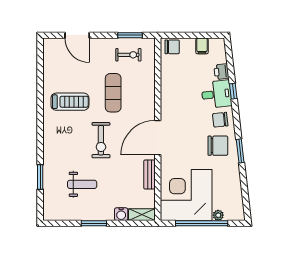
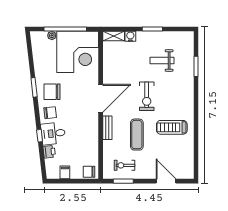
exercise bike: (101, 140) -> (147, 96), turned 180
bench: (149, 175) -> (107, 128), moved

